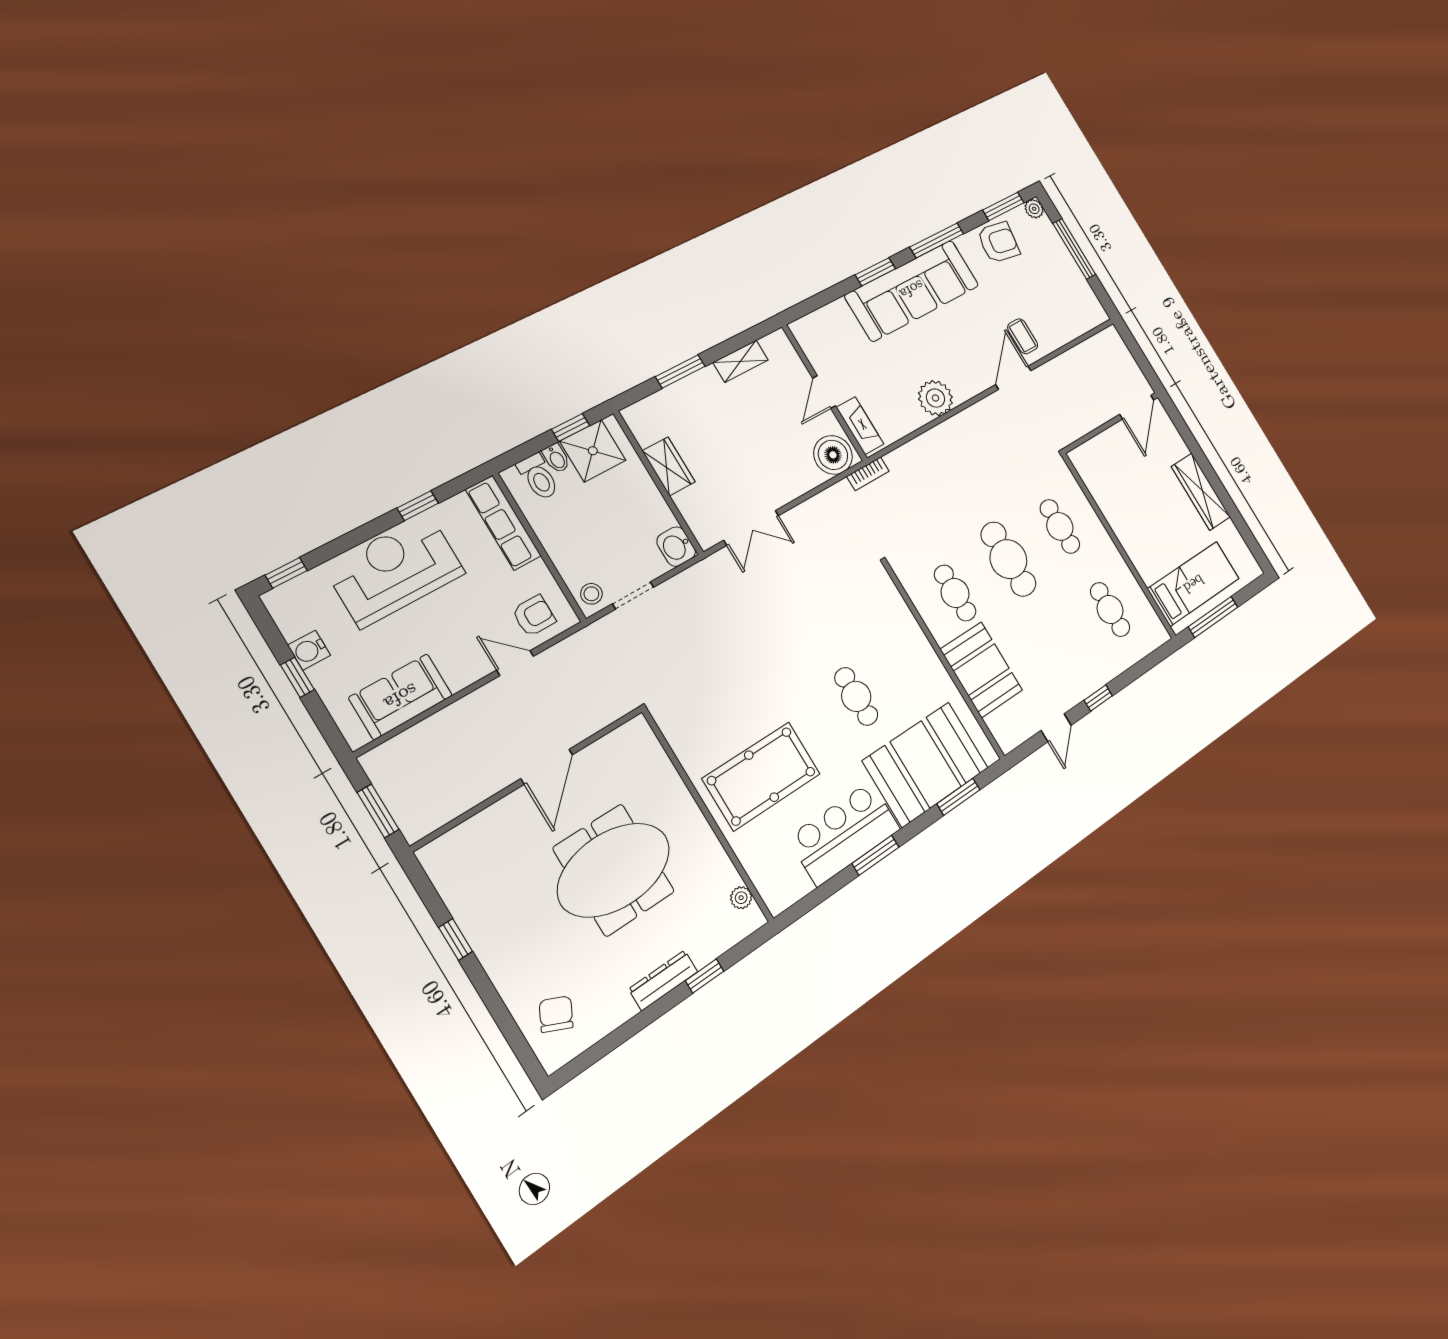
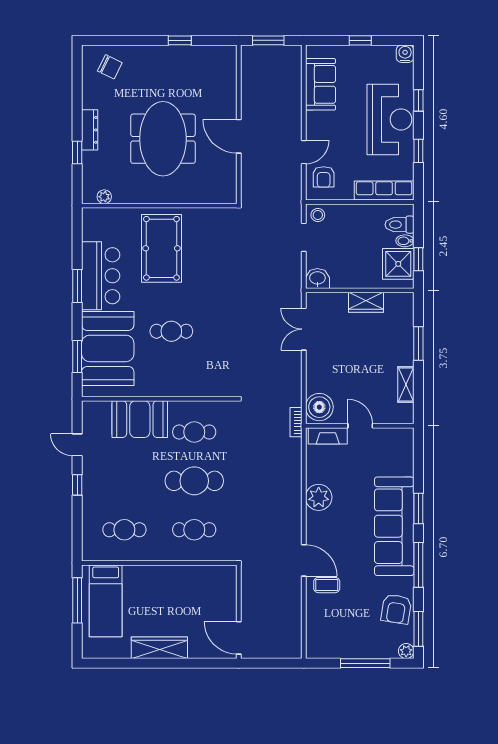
window: (286, 573) -> (418, 100), moved
water cooler: (309, 650) -> (405, 54), moved

